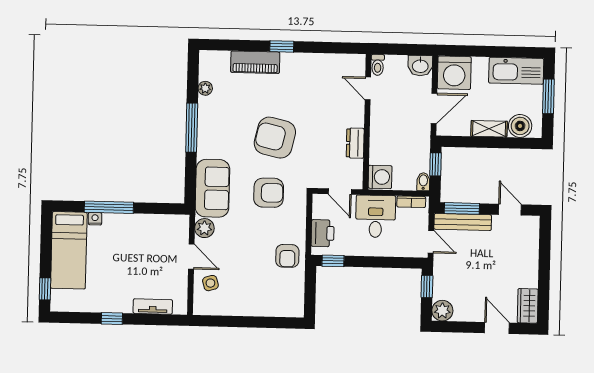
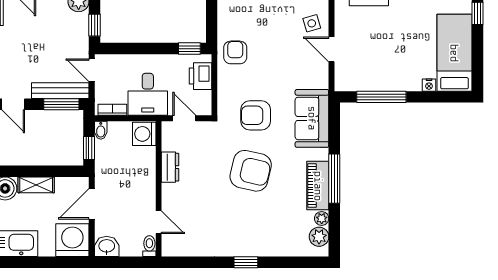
piano: (255, 62) -> (318, 186), moved, turned -90
window: (109, 207) -> (381, 97), moved
plant: (204, 228) -> (319, 237), moved

